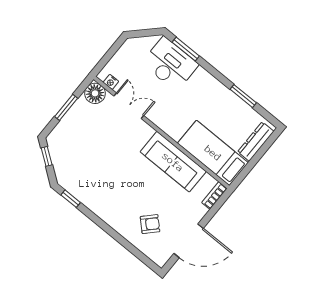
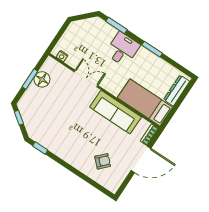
desk: (170, 64) -> (123, 49), moved, width x0.73
floor lamp: (95, 93) -> (42, 79), moved
window: (243, 96) -> (152, 49), moved
double door: (129, 106) -> (86, 79), moved
door: (189, 241) -> (141, 159), moved

